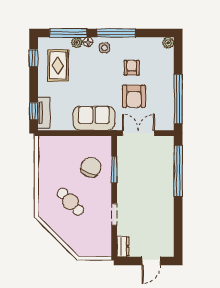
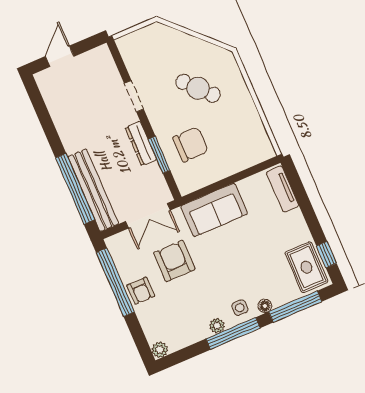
plant: (77, 43) -> (217, 326), moved
rug: (58, 66) -> (306, 267), moved
armchair: (132, 68) -> (141, 291), moved
window: (34, 111) -> (297, 185), removed
bench: (167, 165) -> (93, 190), added
chair: (91, 167) -> (191, 144), turned -113
dresser: (123, 246) -> (141, 144), moved, width x1.44

